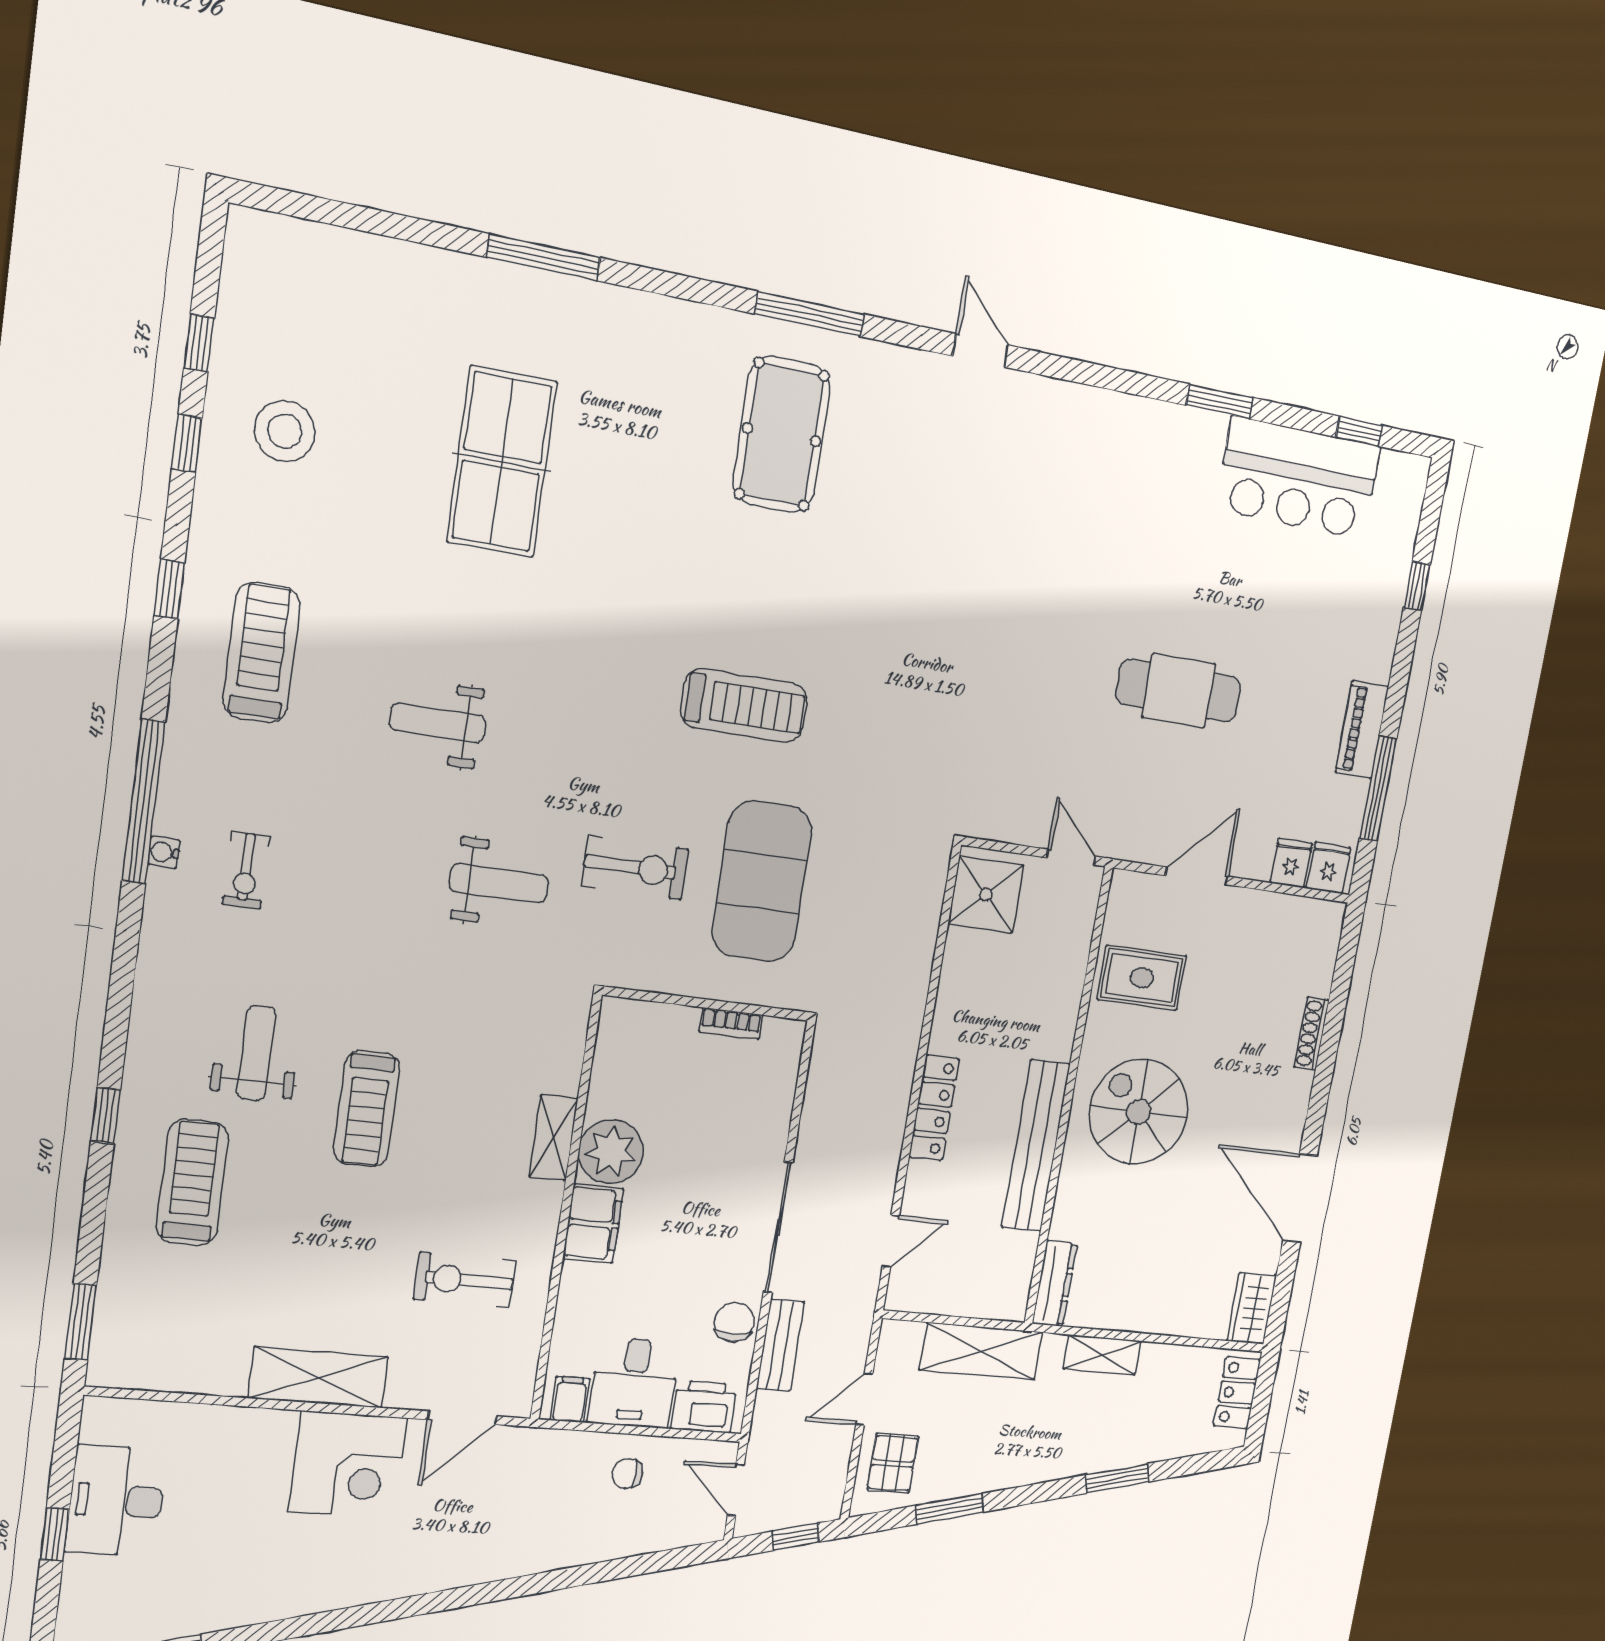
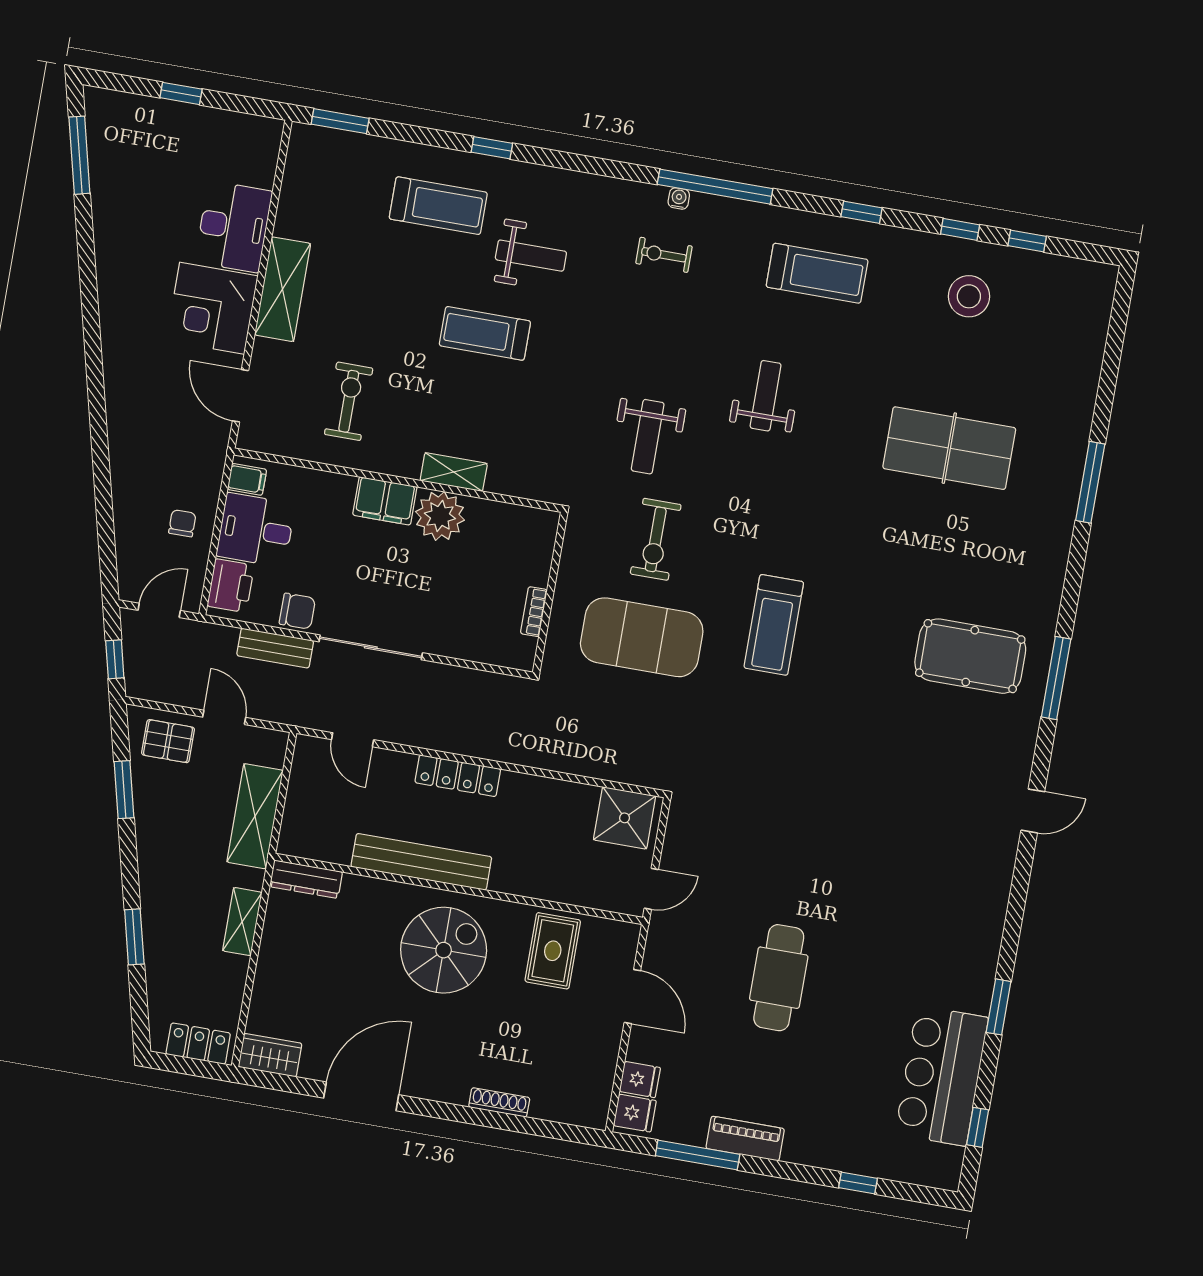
desk: (116, 1501) -> (234, 227), moved, turned 90

